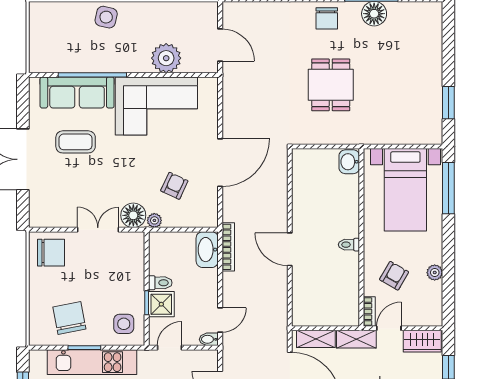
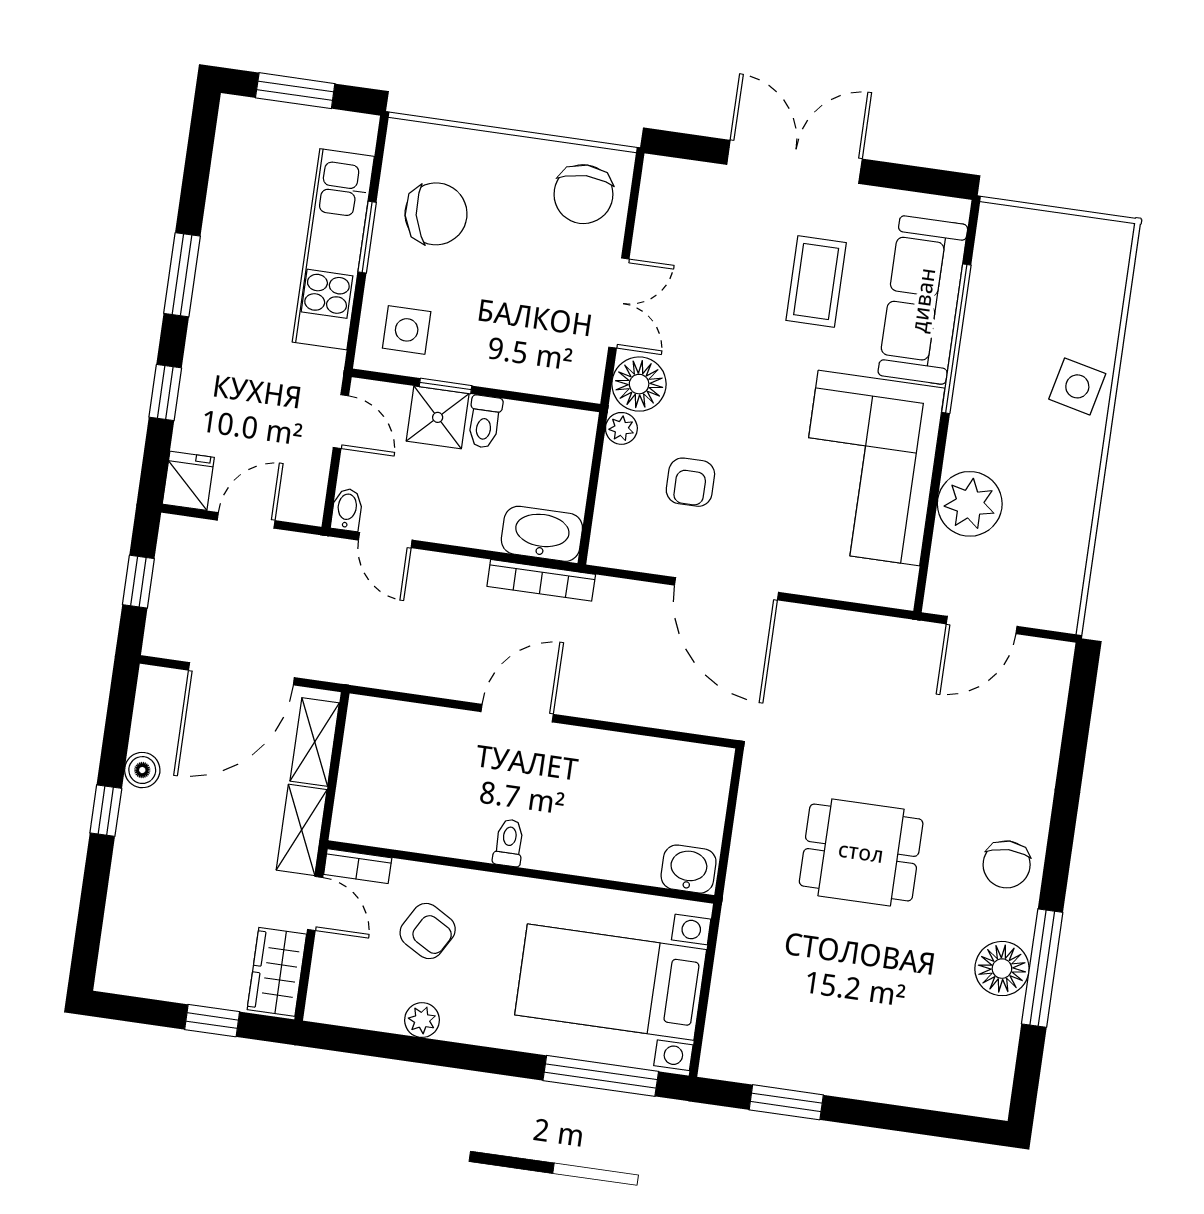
chair: (327, 18) -> (1007, 864), turned -90
armchair: (174, 186) -> (690, 482), turned 65

